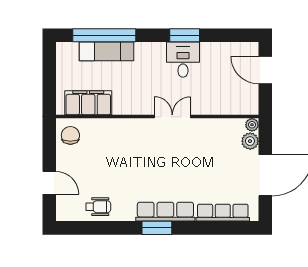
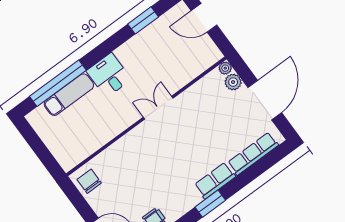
window: (185, 35) -> (143, 20), moved
desk: (183, 60) -> (109, 75), moved
filing cabinet: (88, 103) -> (84, 145), removed
row of seats: (165, 212) -> (215, 181), width x0.68

